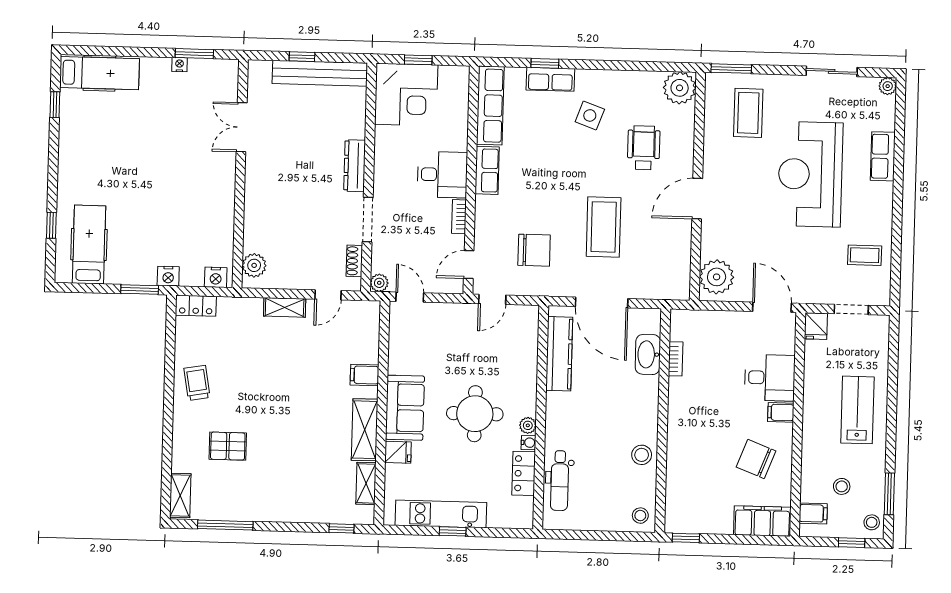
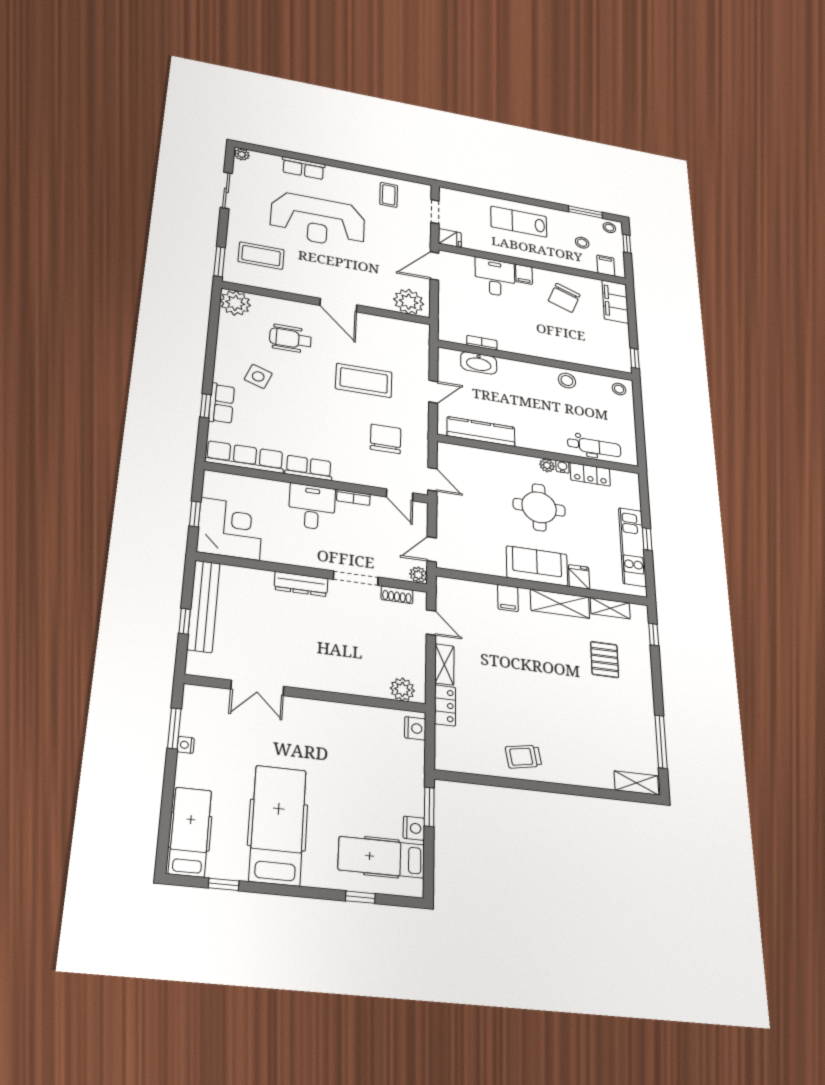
hospital bed: (112, 150) -> (278, 825), added
nightstand: (168, 276) -> (414, 828), moved
door: (602, 302) -> (433, 392), width x0.53
locker: (196, 306) -> (445, 705), moved
pallet: (228, 446) -> (605, 660), moved

